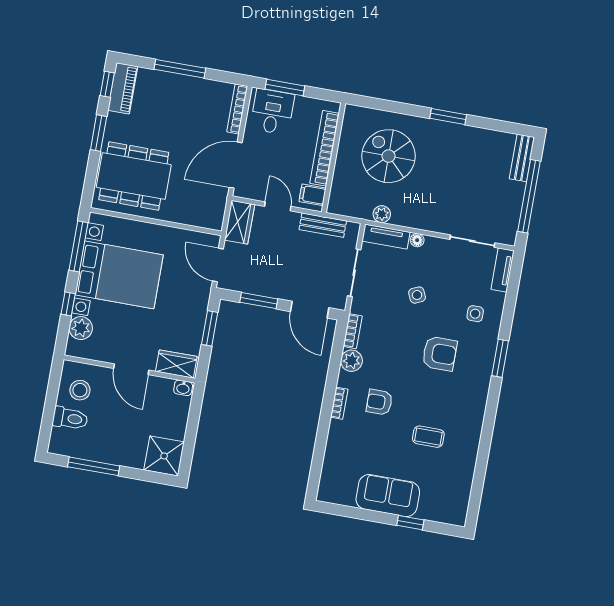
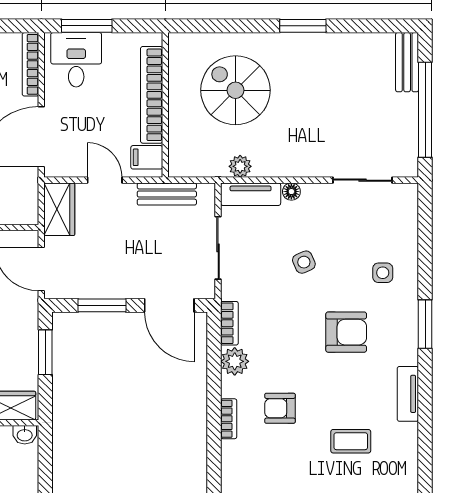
tv unit: (503, 270) -> (408, 394), moved

